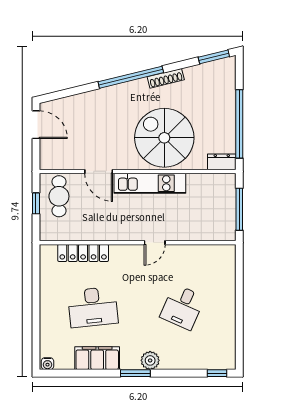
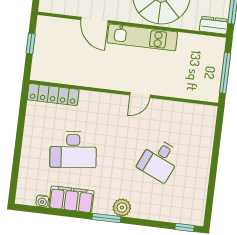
cafe table: (59, 196) -> (53, 39), removed
locker: (83, 253) -> (53, 95), moved
water cooler: (47, 364) -> (42, 201), moved

